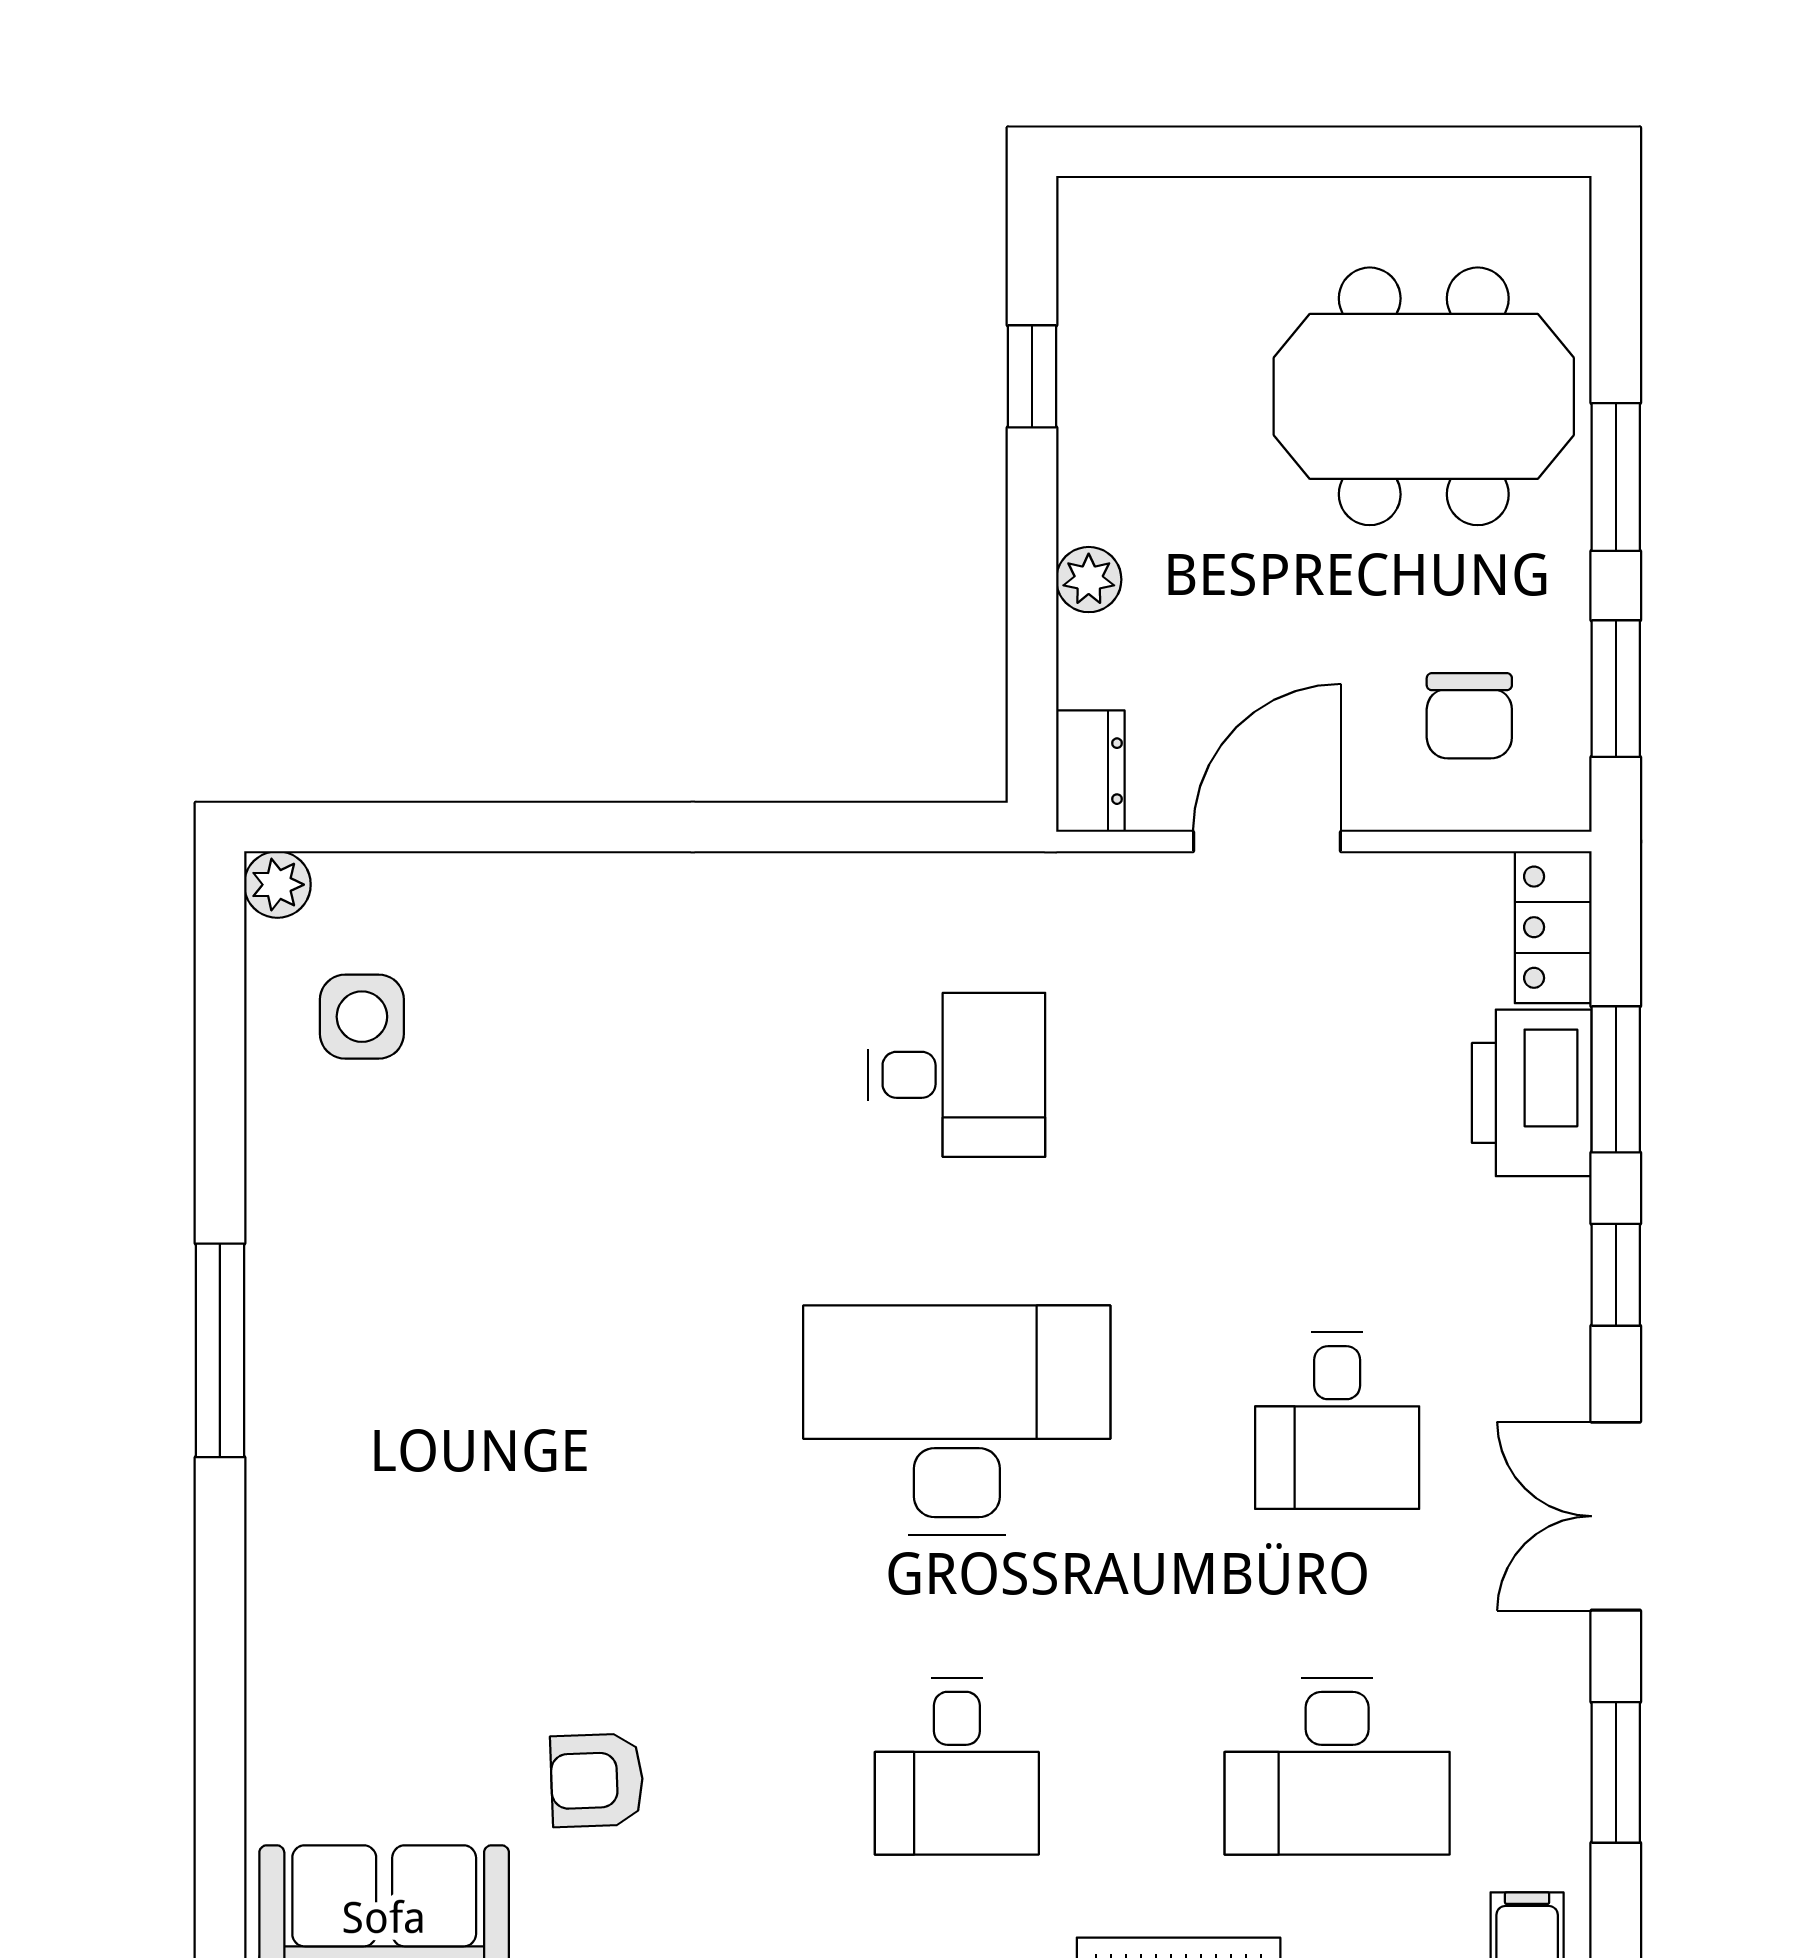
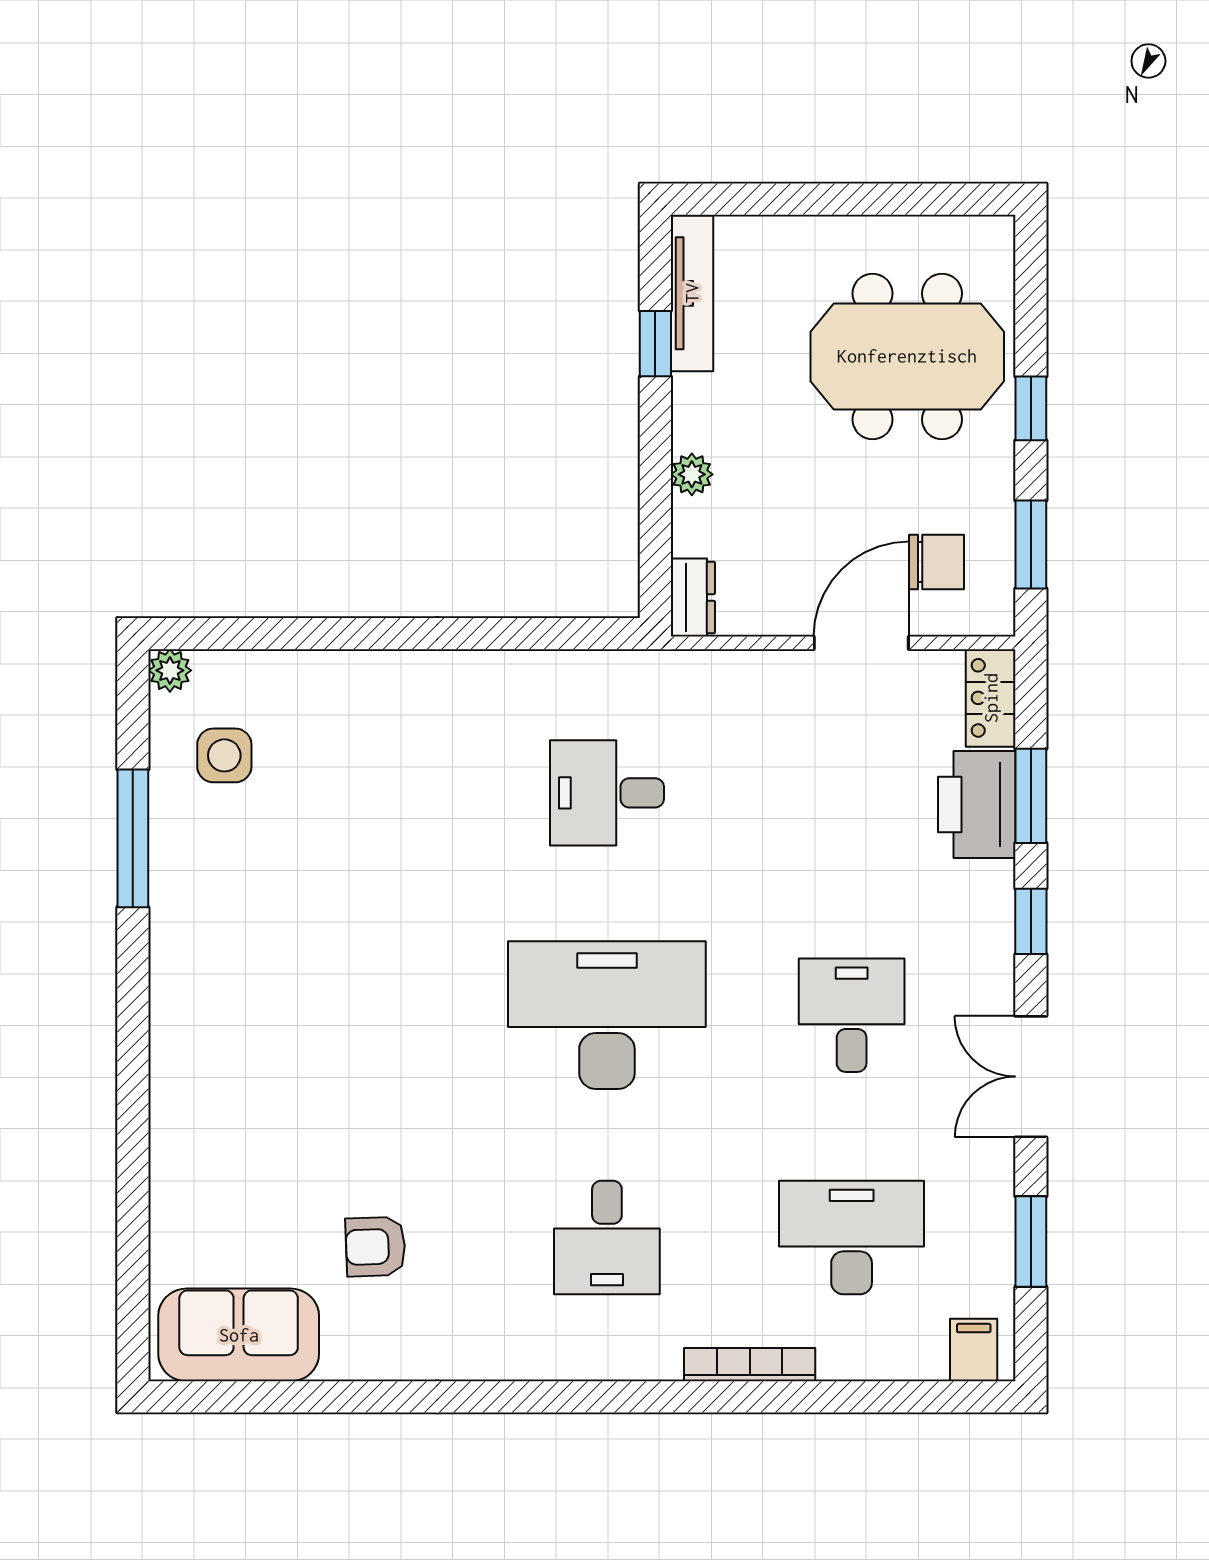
tv unit: (1089, 298) -> (692, 293), added
window: (1616, 477) -> (1031, 408), width x0.67
chair: (1469, 716) -> (937, 562), turned -90
door: (1267, 842) -> (861, 643), moved
desk: (957, 1075) -> (607, 793), turned 180
window: (220, 1350) -> (133, 838), moved
desk: (1337, 1420) -> (852, 1015), turned 180
desk: (1337, 1766) -> (852, 1238), turned 180

